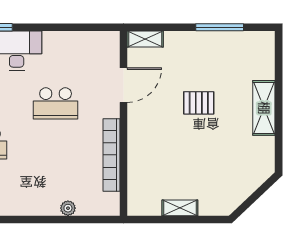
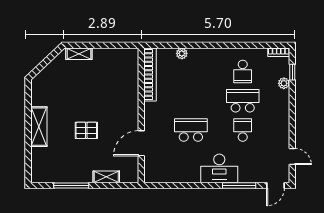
shelving: (145, 39) -> (106, 177), moved
bookcase: (111, 155) -> (150, 75), moved
shelving: (180, 208) -> (79, 54), moved

